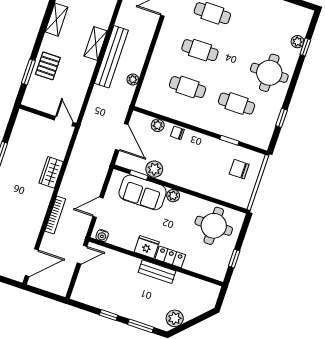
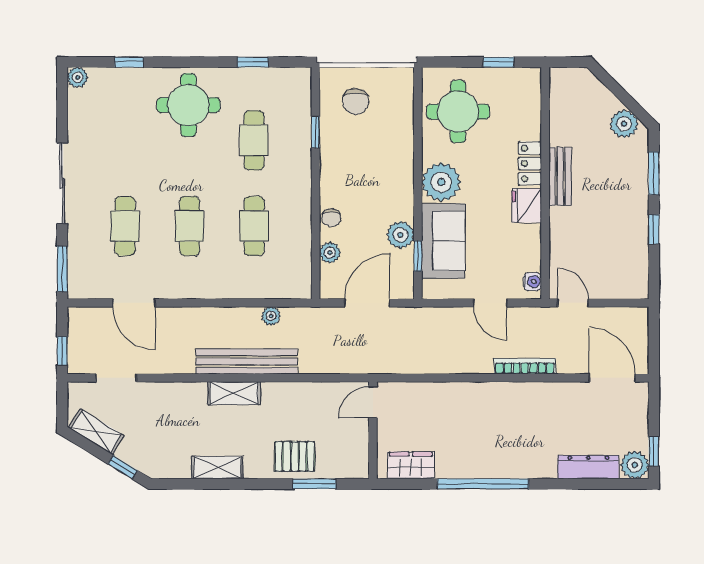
plant: (297, 42) -> (78, 77), moved
wardrobe: (51, 172) -> (411, 465), moved, turned 180
plant: (173, 196) -> (441, 182), width x1.87, depth x1.87

